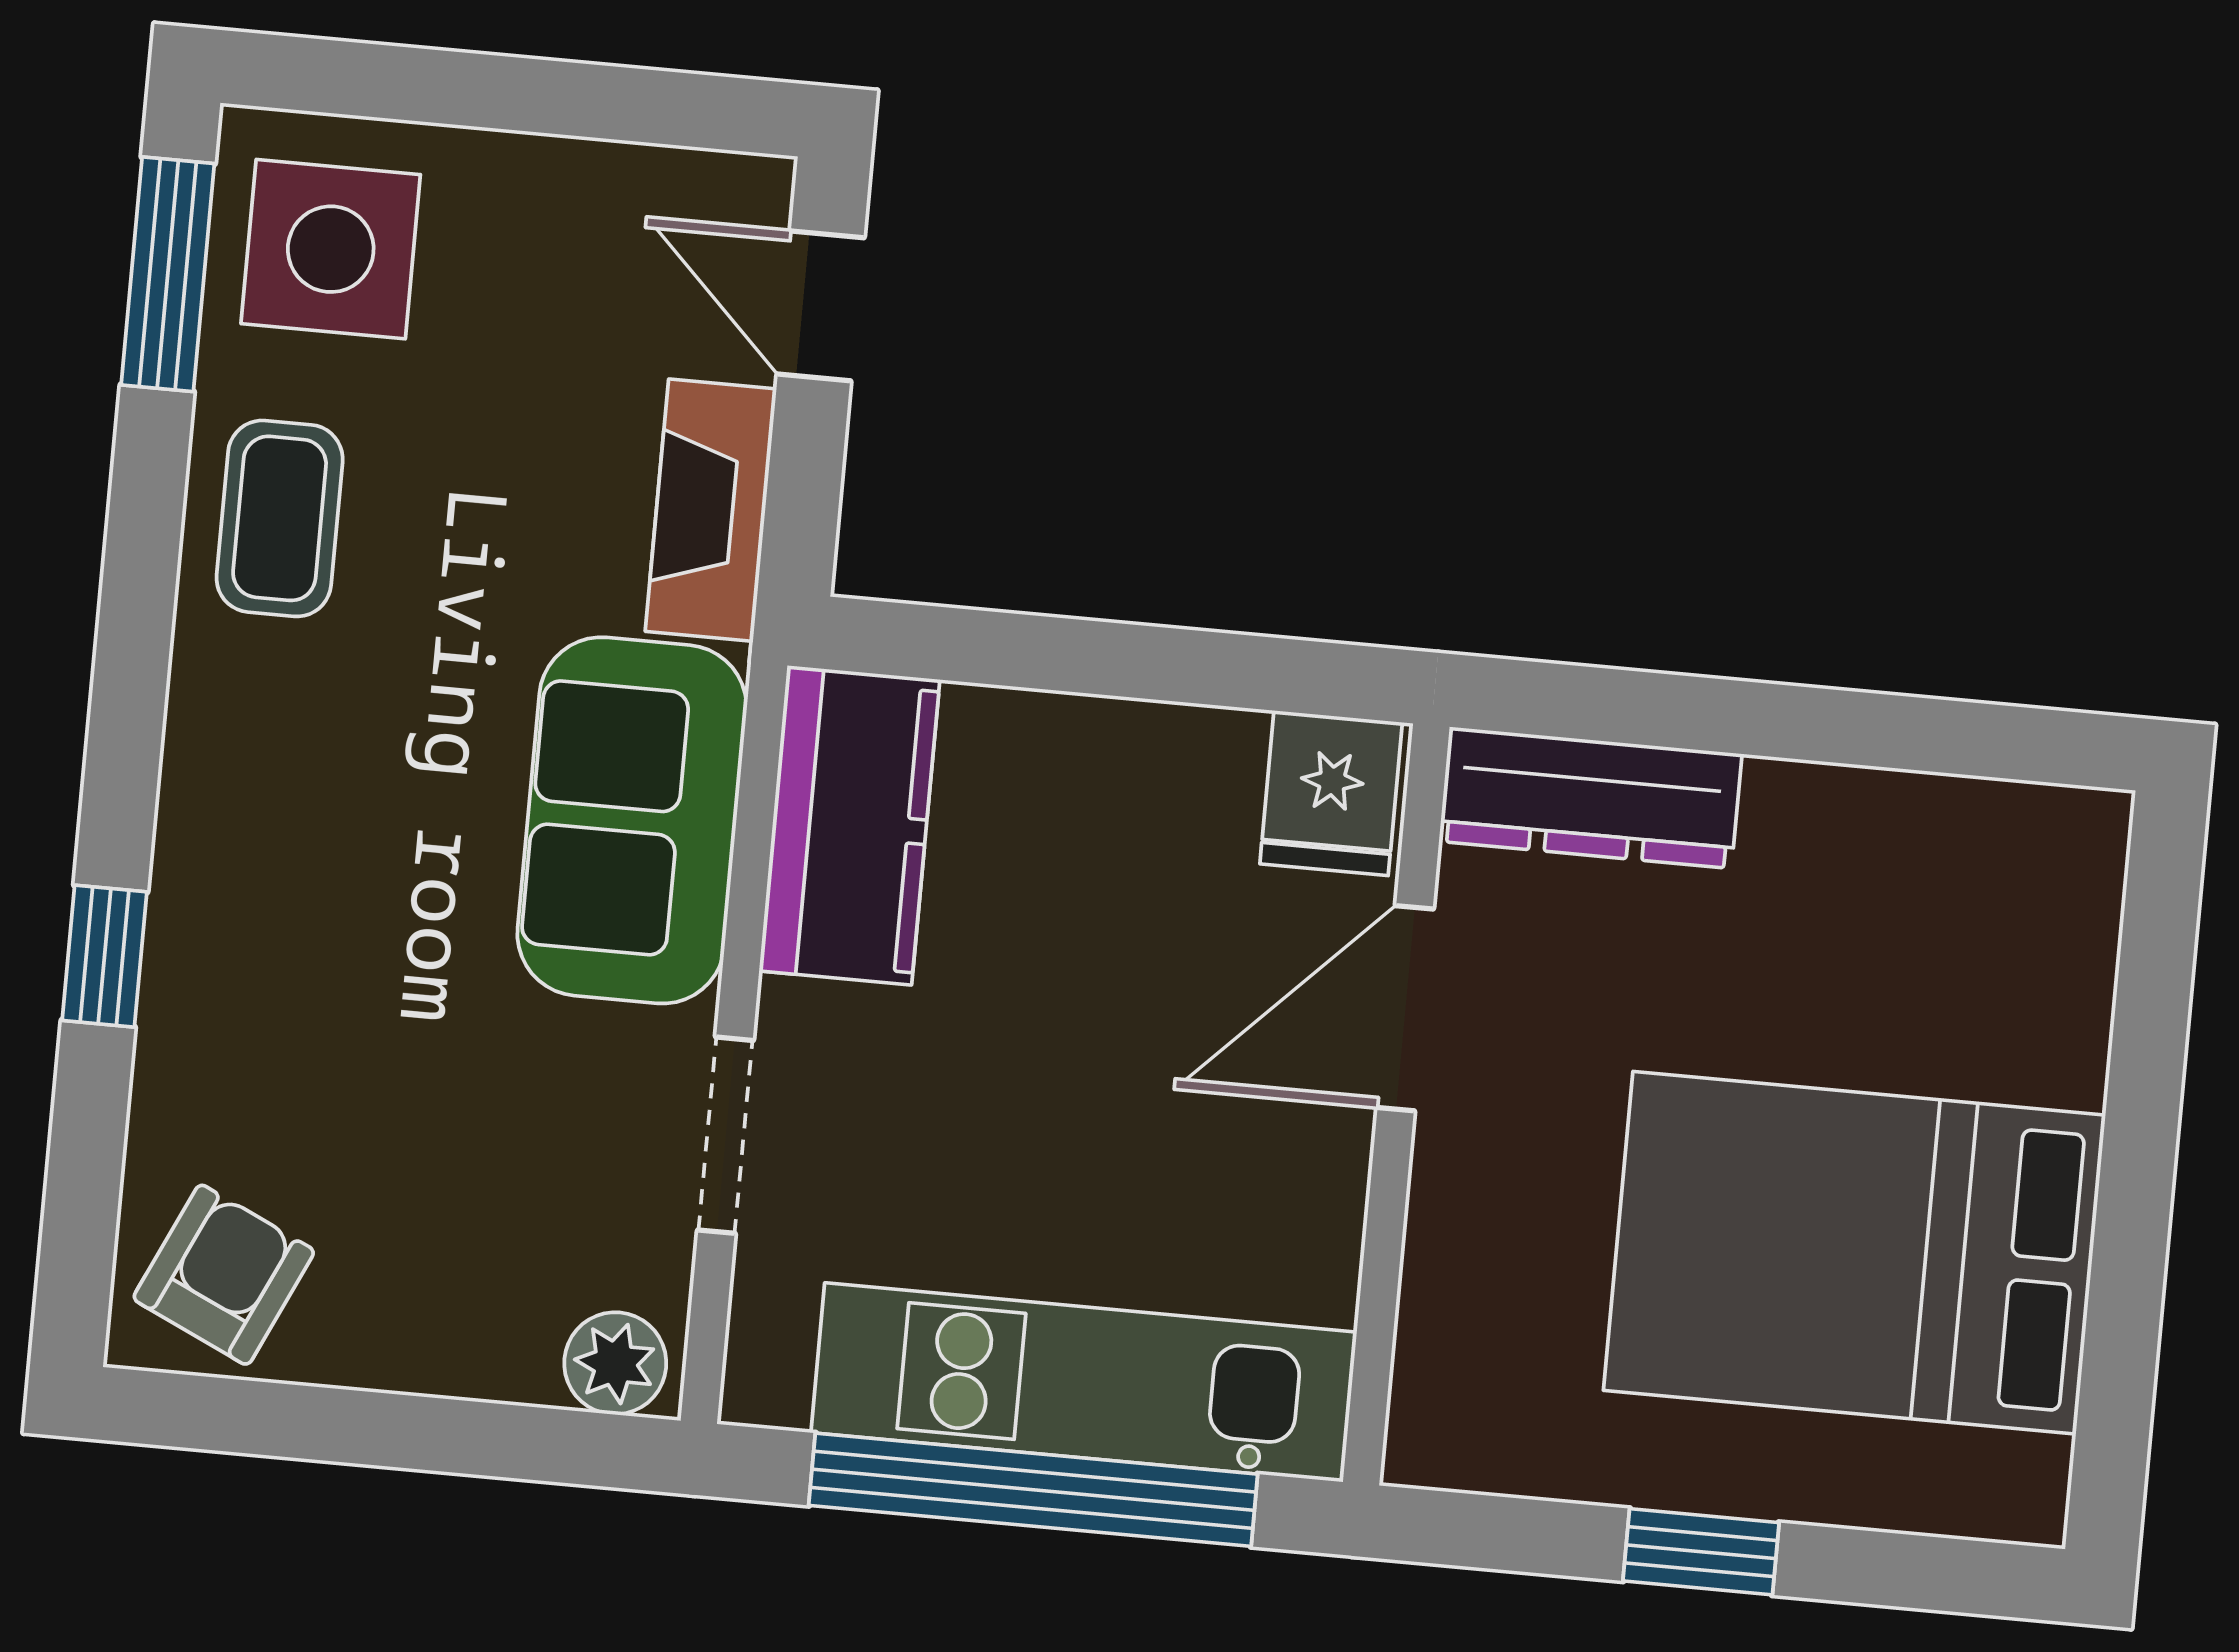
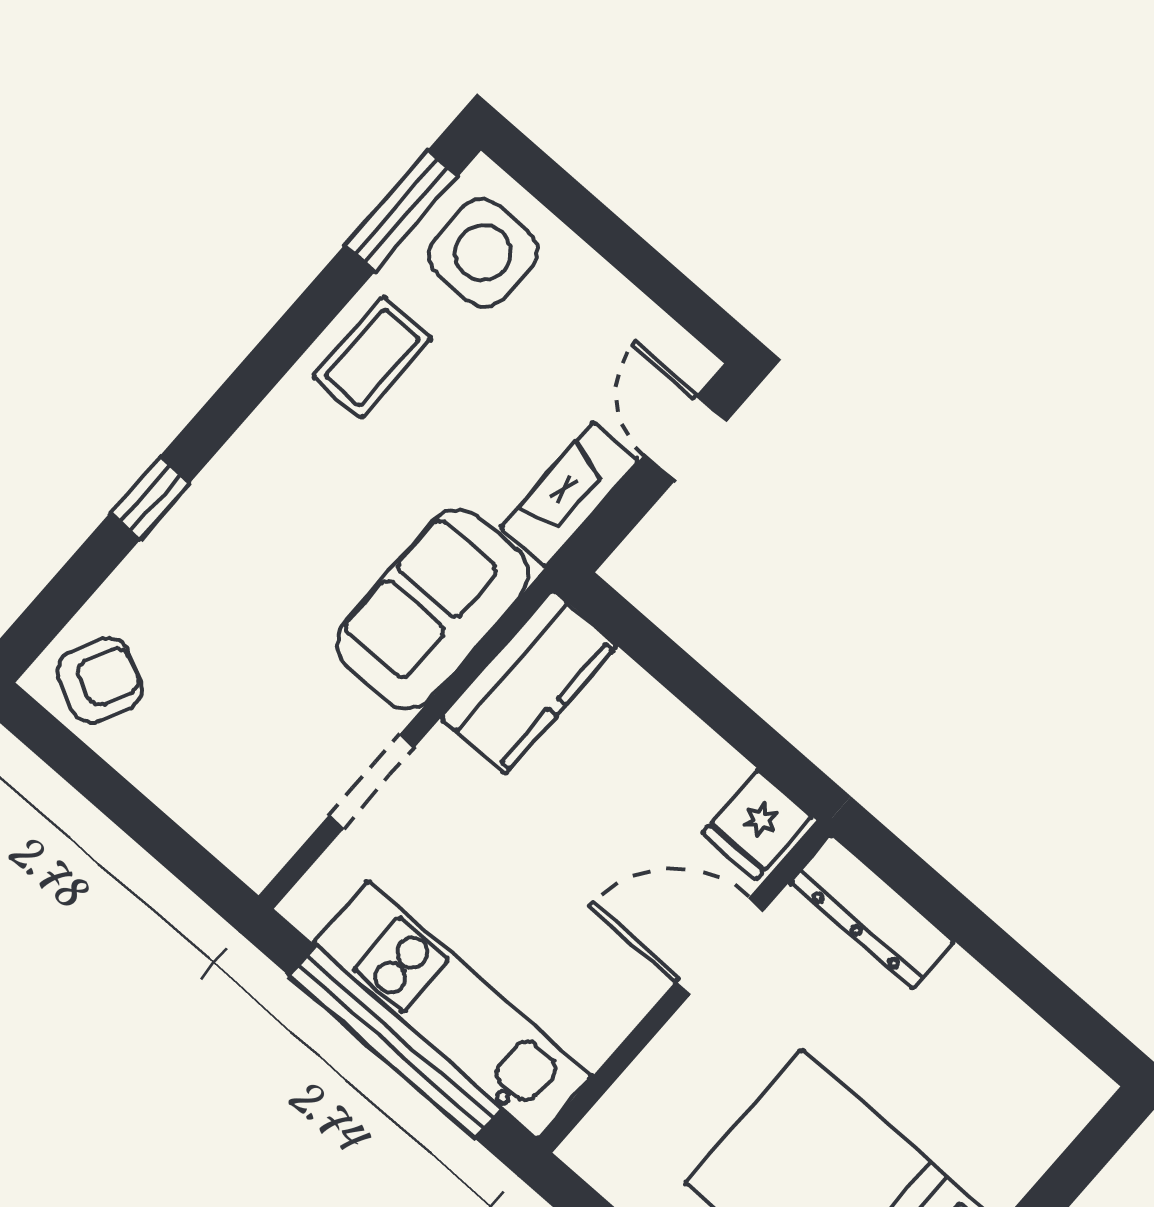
plant: (615, 1363) -> (248, 848), removed

